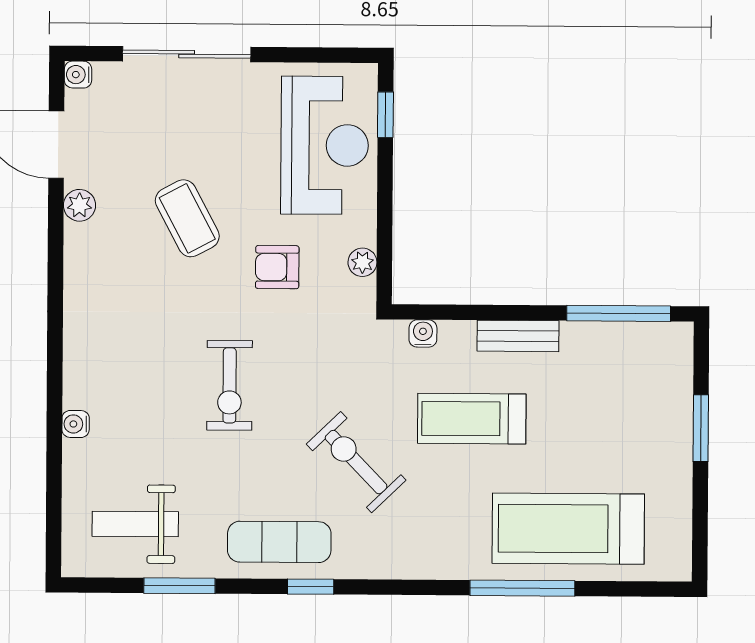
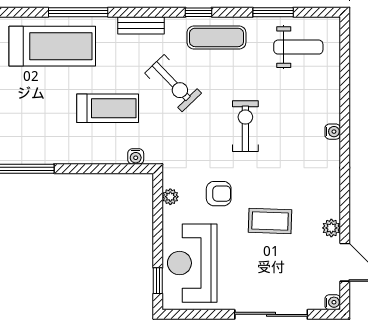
coffee table: (187, 218) -> (270, 221), turned -60
bench: (518, 336) -> (141, 25), moved
water cooler: (76, 424) -> (333, 132), moved

